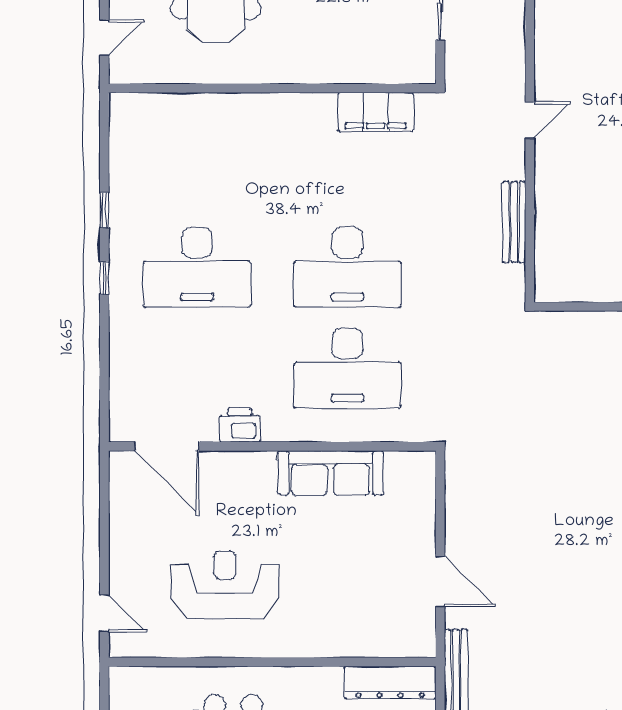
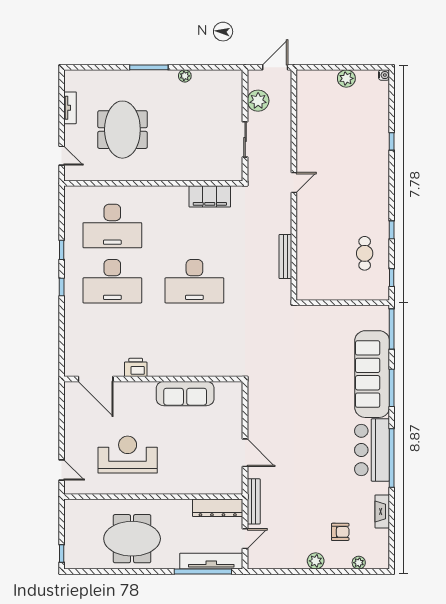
door: (104, 37) -> (62, 156), hinge flipped
door: (530, 120) -> (294, 183), moved
desk: (347, 368) -> (112, 226), moved

